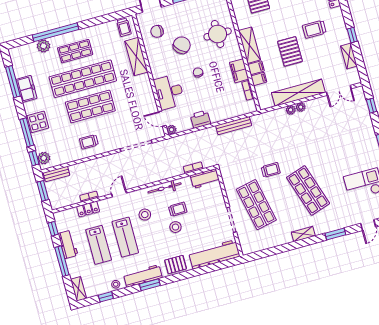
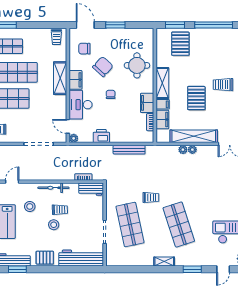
shelving: (136, 57) -> (60, 78), moved
filing cabinet: (157, 67) -> (76, 80), added
filing cabinet: (259, 79) -> (162, 119), width x2.00

